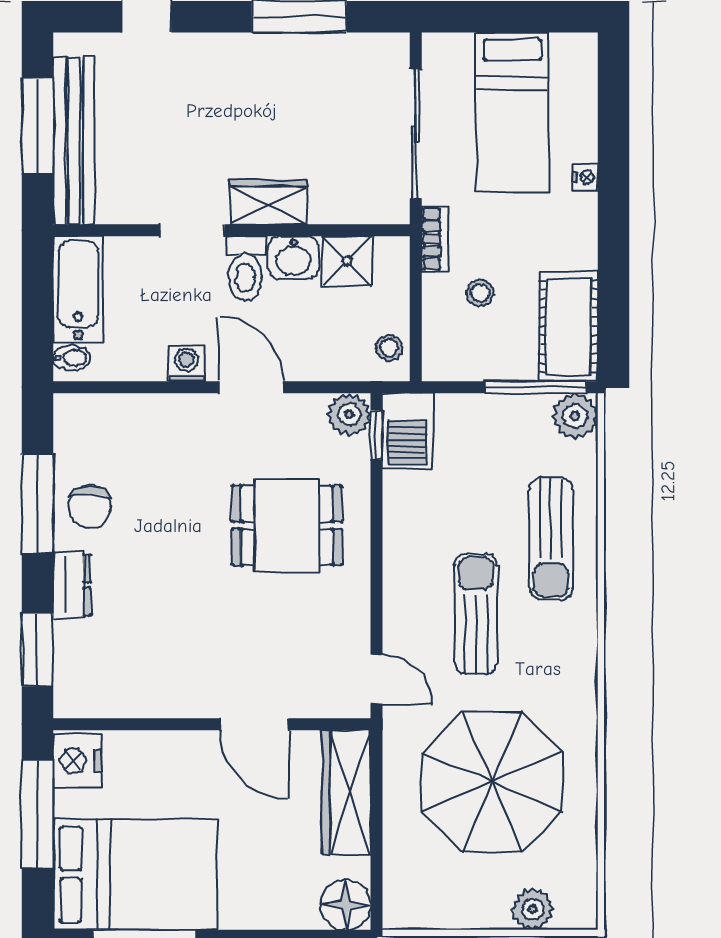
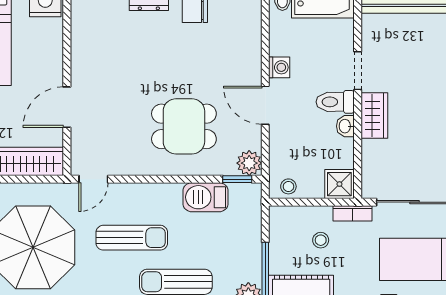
washbasin: (294, 258) -> (345, 126), width x0.72, depth x0.69
shower: (347, 261) -> (339, 184), moved
door: (251, 387) -> (265, 105), swing flipped
barbecue: (407, 431) -> (205, 197), moved
dining table: (287, 525) -> (184, 126), turned 90

